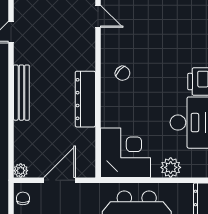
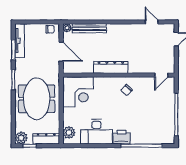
bench: (21, 93) -> (89, 28), moved
plant: (171, 167) -> (69, 132), moved

